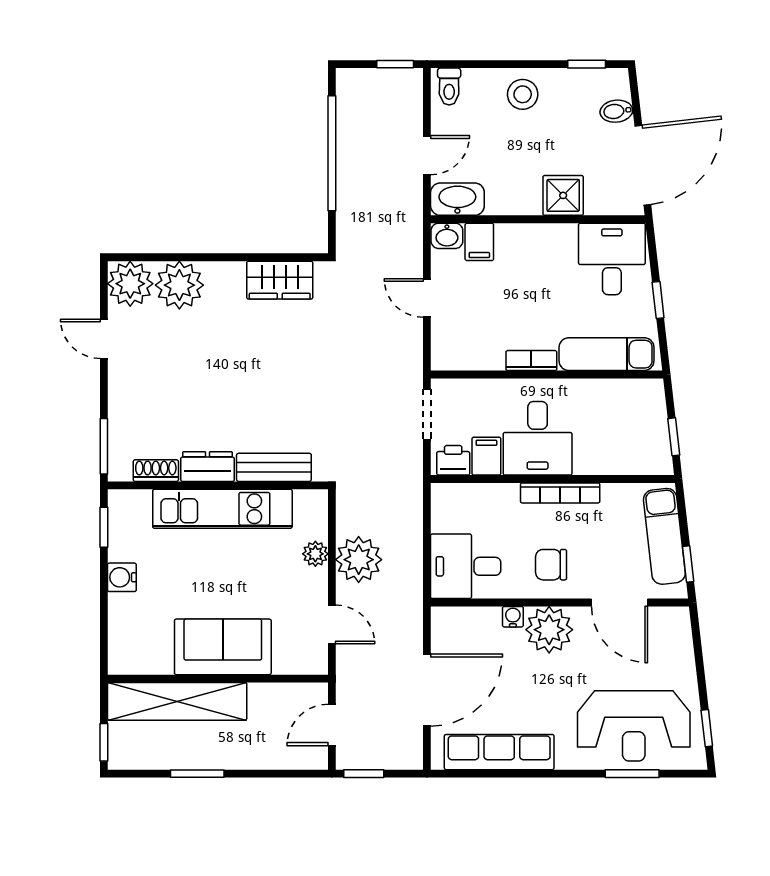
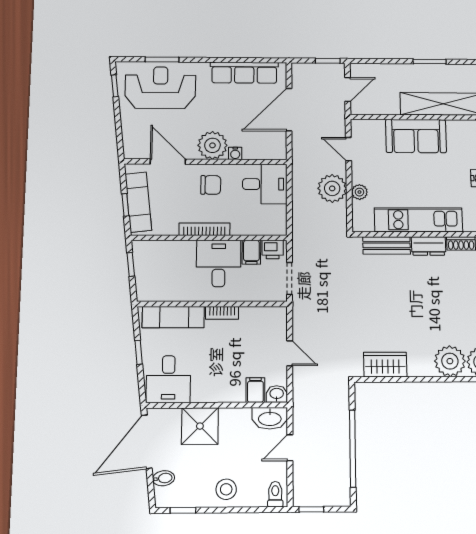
shower: (563, 195) -> (200, 426), width x1.36, depth x1.36
window: (688, 564) -> (125, 205), moved

